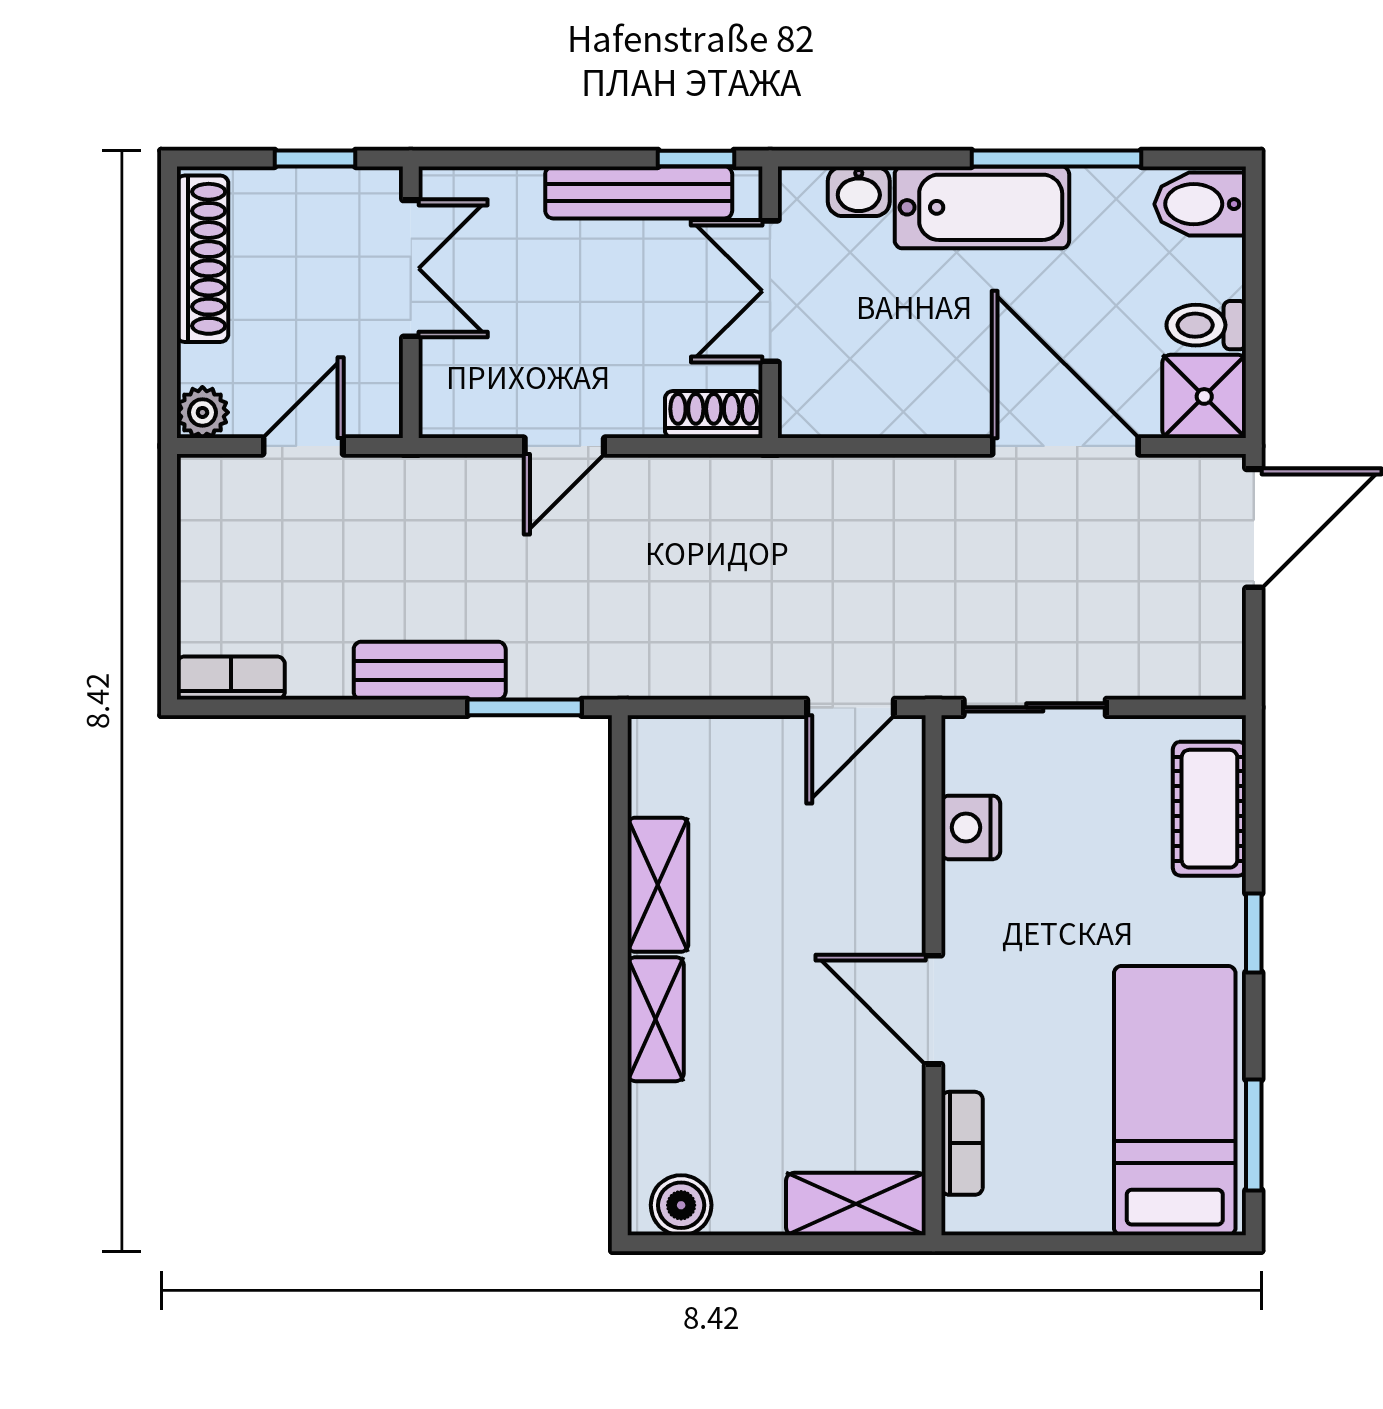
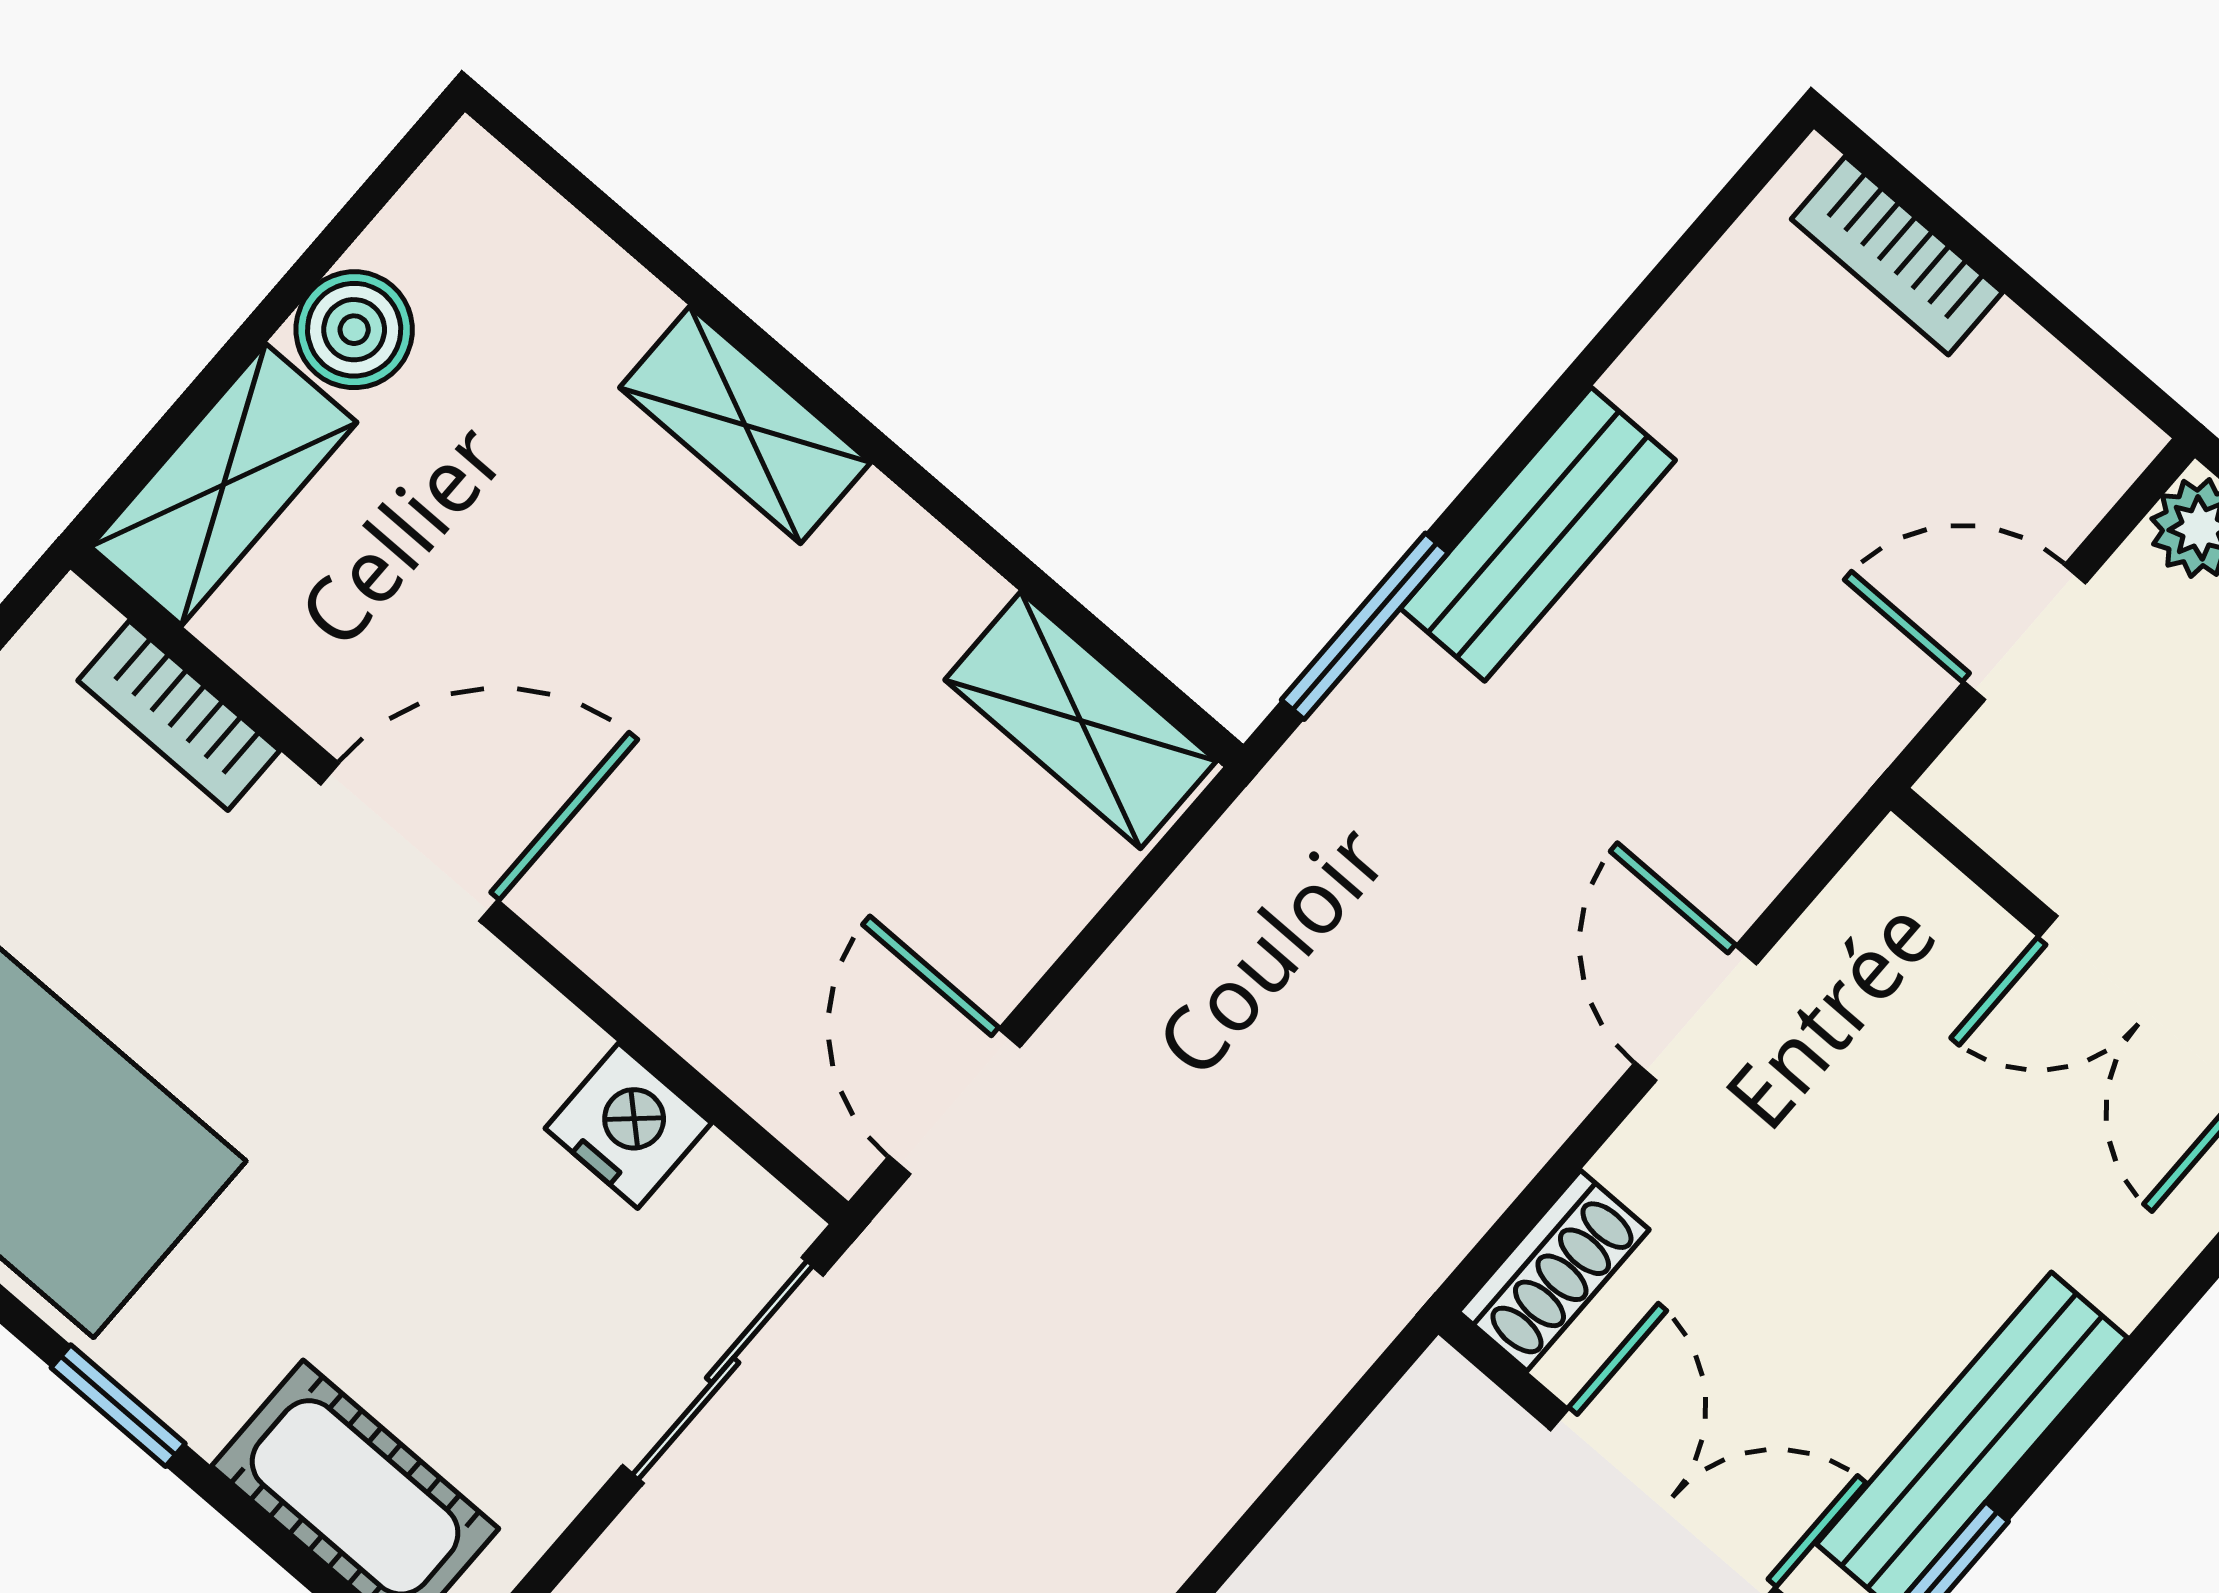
door: (303, 446) -> (2025, 632), swing flipped
bookcase: (231, 678) -> (1897, 256), moved, turned 90
shelving: (658, 885) -> (1081, 720), moved
boiler: (681, 1205) -> (354, 330), moved

